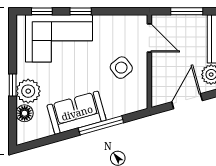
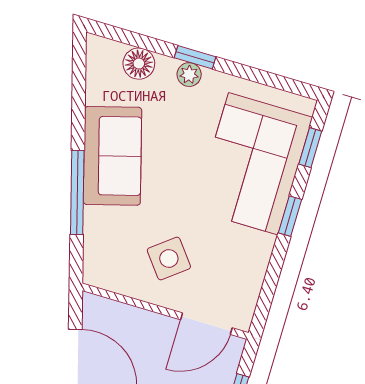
plant: (28, 91) -> (189, 75), width x0.53, depth x0.53

